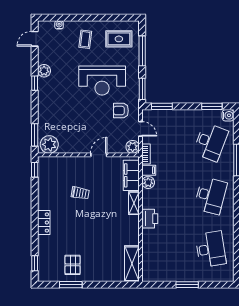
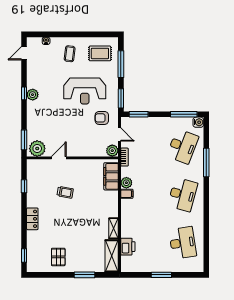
plant: (44, 71) -> (33, 95), moved
window: (212, 106) -> (184, 114), width x1.44
door: (99, 155) -> (59, 158), moved
window: (35, 170) -> (24, 186), moved
filing cabinet: (149, 170) -> (127, 194), moved
shelving: (134, 203) -> (113, 228), moved
printer: (150, 219) -> (128, 247), moved
window: (71, 285) -> (84, 275), moved

